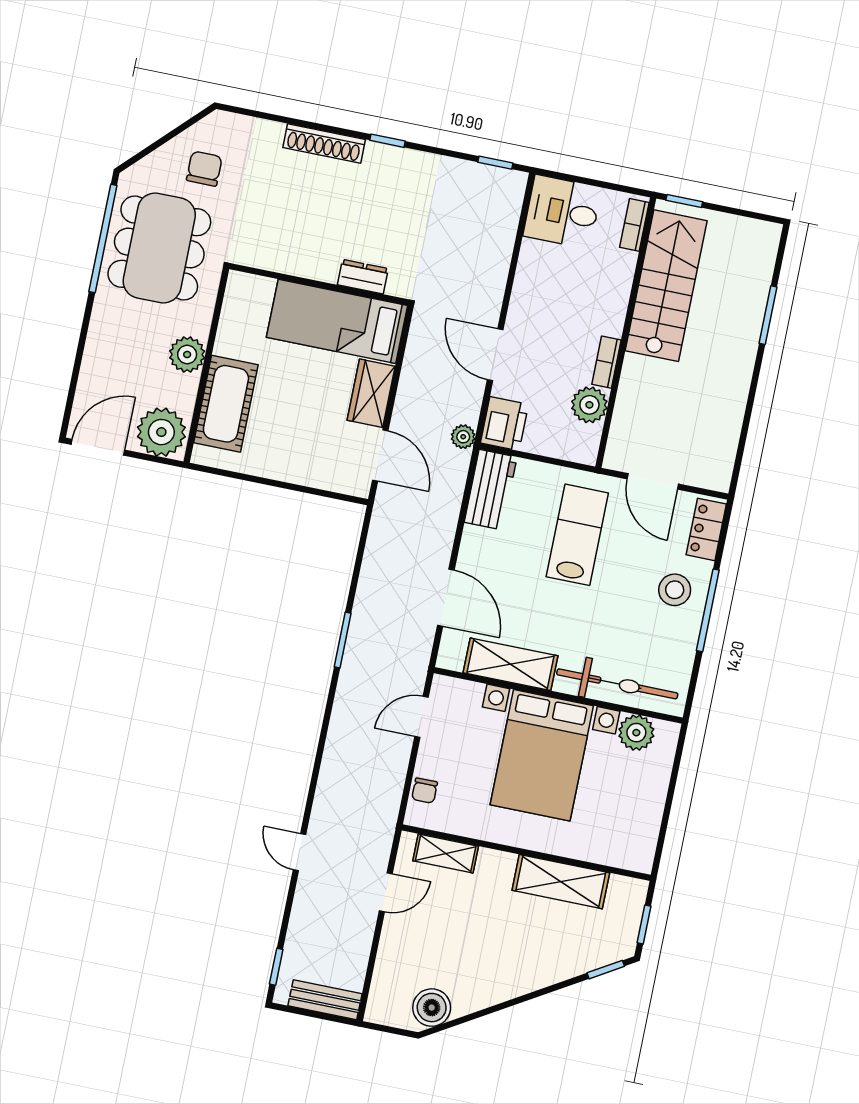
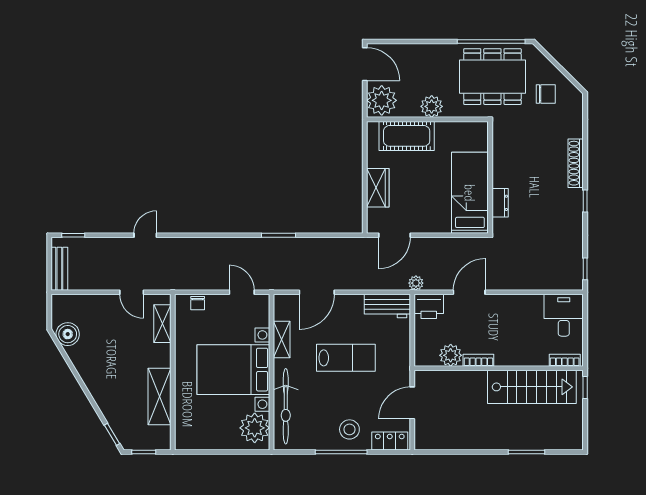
wardrobe: (371, 393) -> (378, 188), moved, turned 90
lab bench: (577, 535) -> (346, 358), moved
shelving: (510, 664) -> (282, 339), width x0.67, depth x0.75
plant: (636, 733) -> (255, 428), width x1.36, depth x1.36
chair: (425, 791) -> (198, 303), turned -90

